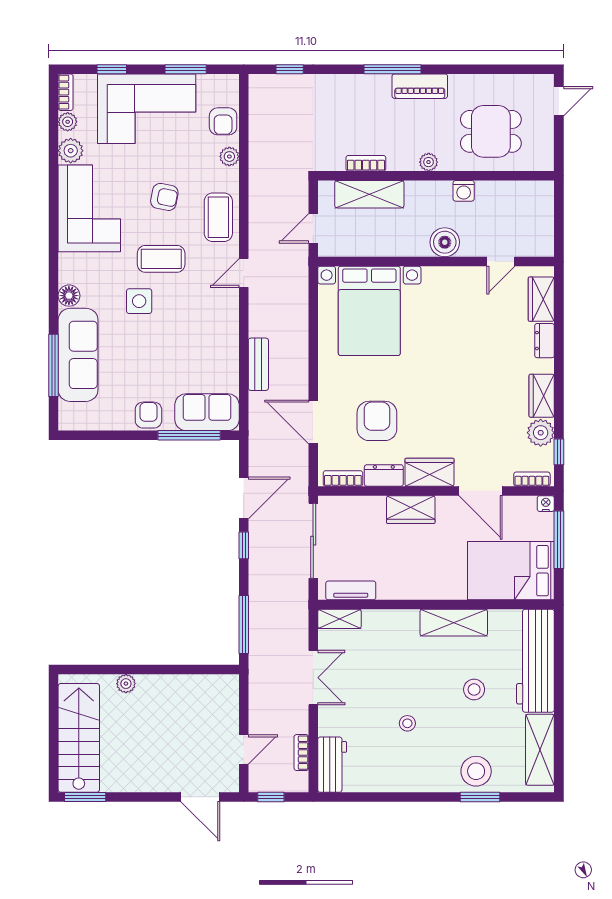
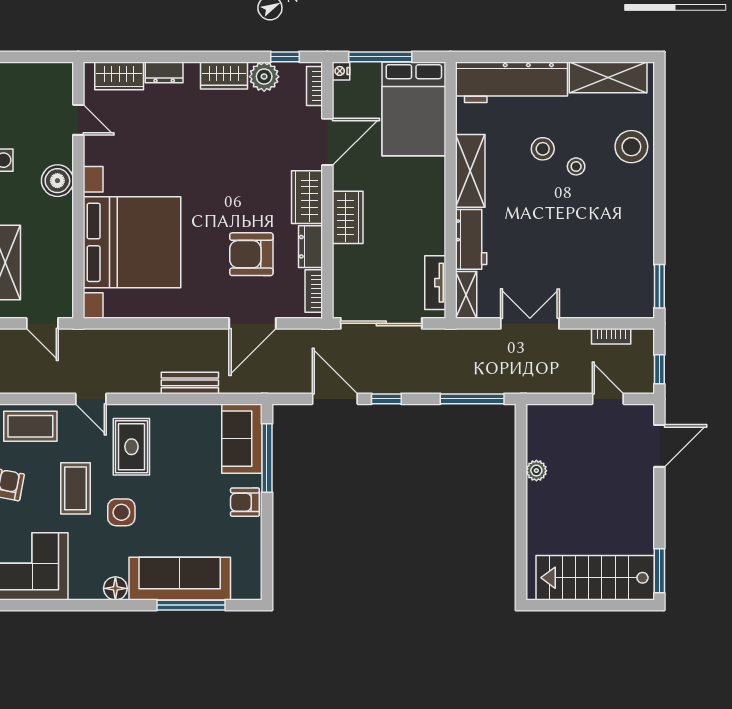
rug: (199, 310) -> (131, 447), added
bed with nightstands: (369, 311) -> (132, 242), width x1.36
plant: (126, 684) -> (536, 471), moved
stool: (407, 723) -> (576, 166), moved
workbench: (332, 765) -> (471, 239), moved, turned 90
window: (480, 797) -> (659, 286), moved

